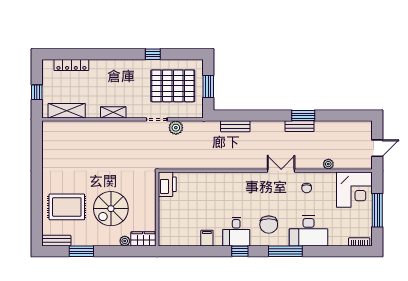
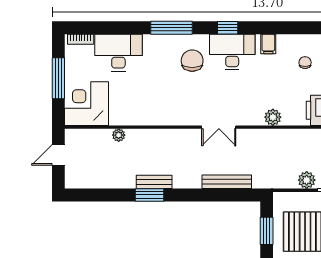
bench: (235, 126) -> (227, 182), width x1.36
double door: (281, 171) -> (219, 127), moved
plant: (203, 179) -> (273, 117), added
chair: (307, 188) -> (305, 63), moved
desk: (309, 231) -> (118, 53), moved
desk: (236, 232) -> (232, 52), width x1.37

